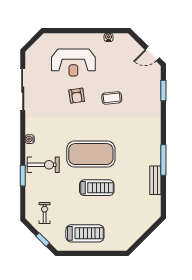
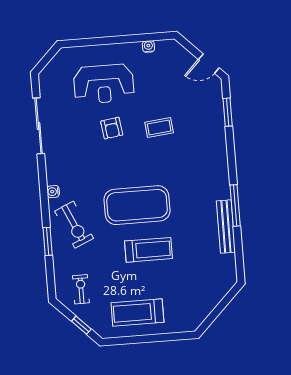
exercise bike: (43, 165) -> (74, 225), turned 66
bench: (155, 180) -> (226, 227), width x1.36
treadmill: (85, 233) -> (137, 312), turned 180

